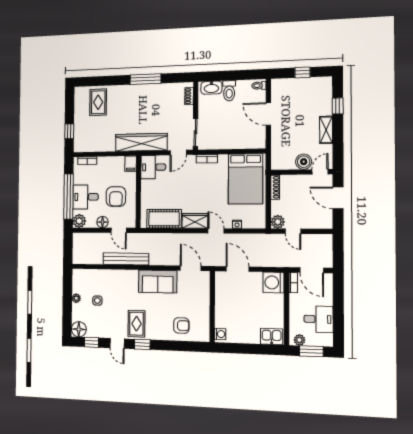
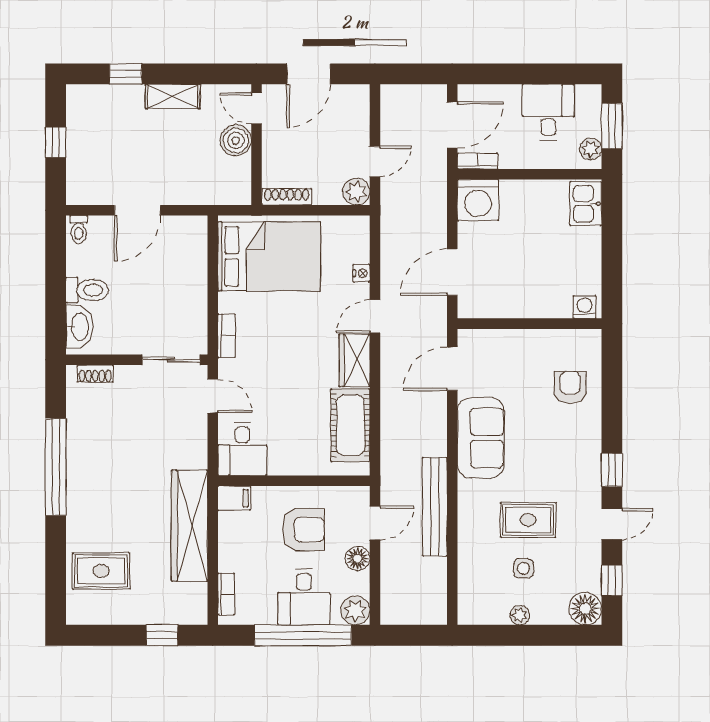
window: (145, 79) -> (56, 467), width x1.46
wardrobe: (141, 142) -> (190, 526), moved
rug: (136, 324) -> (528, 520), moved

